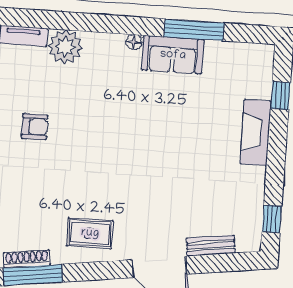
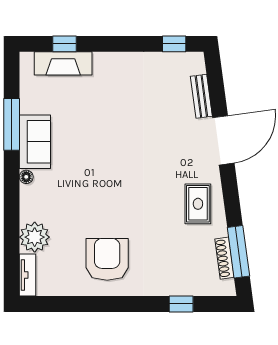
armchair: (35, 127) -> (107, 259), width x1.88, depth x1.88
fireplace: (256, 132) -> (63, 63), moved

